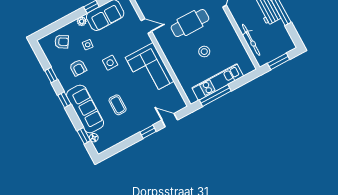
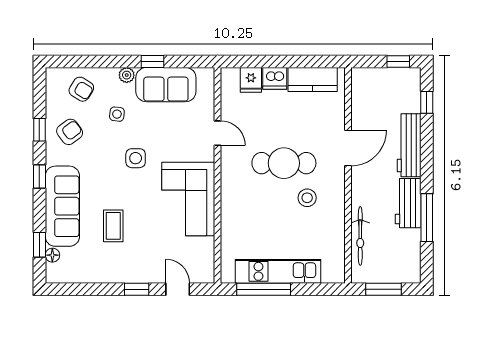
stool: (204, 52) -> (307, 198), moved
armchair: (78, 68) -> (70, 132), moved, turned -127

